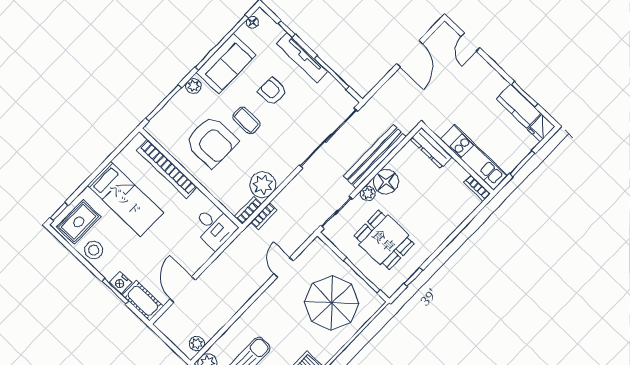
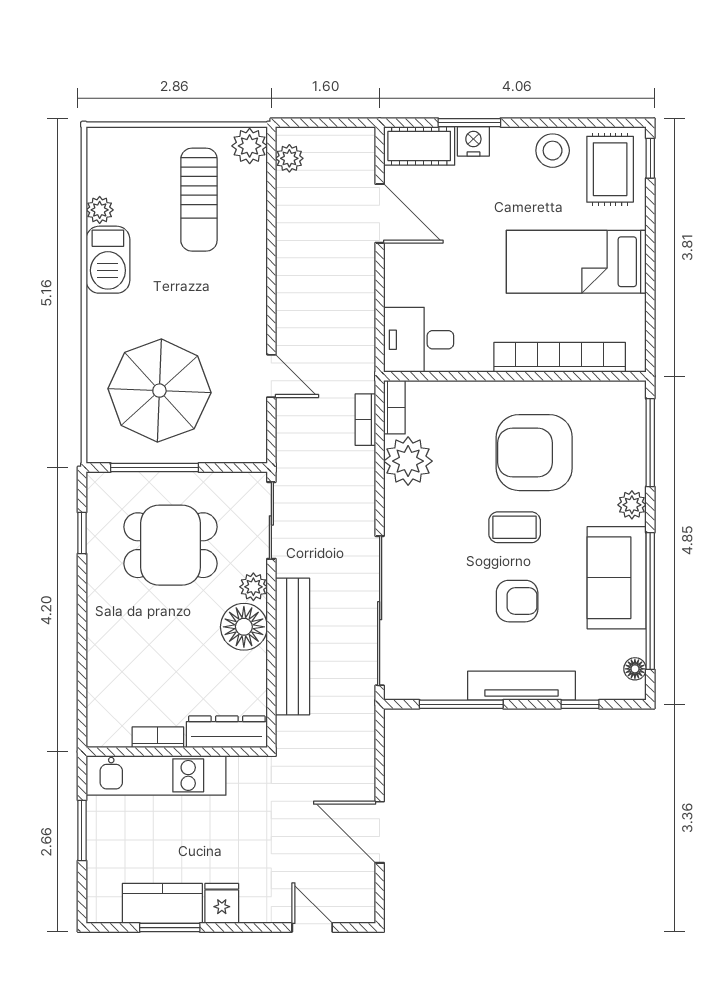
fridge: (541, 128) -> (222, 903), moved
bookcase: (477, 188) -> (158, 737), moved

